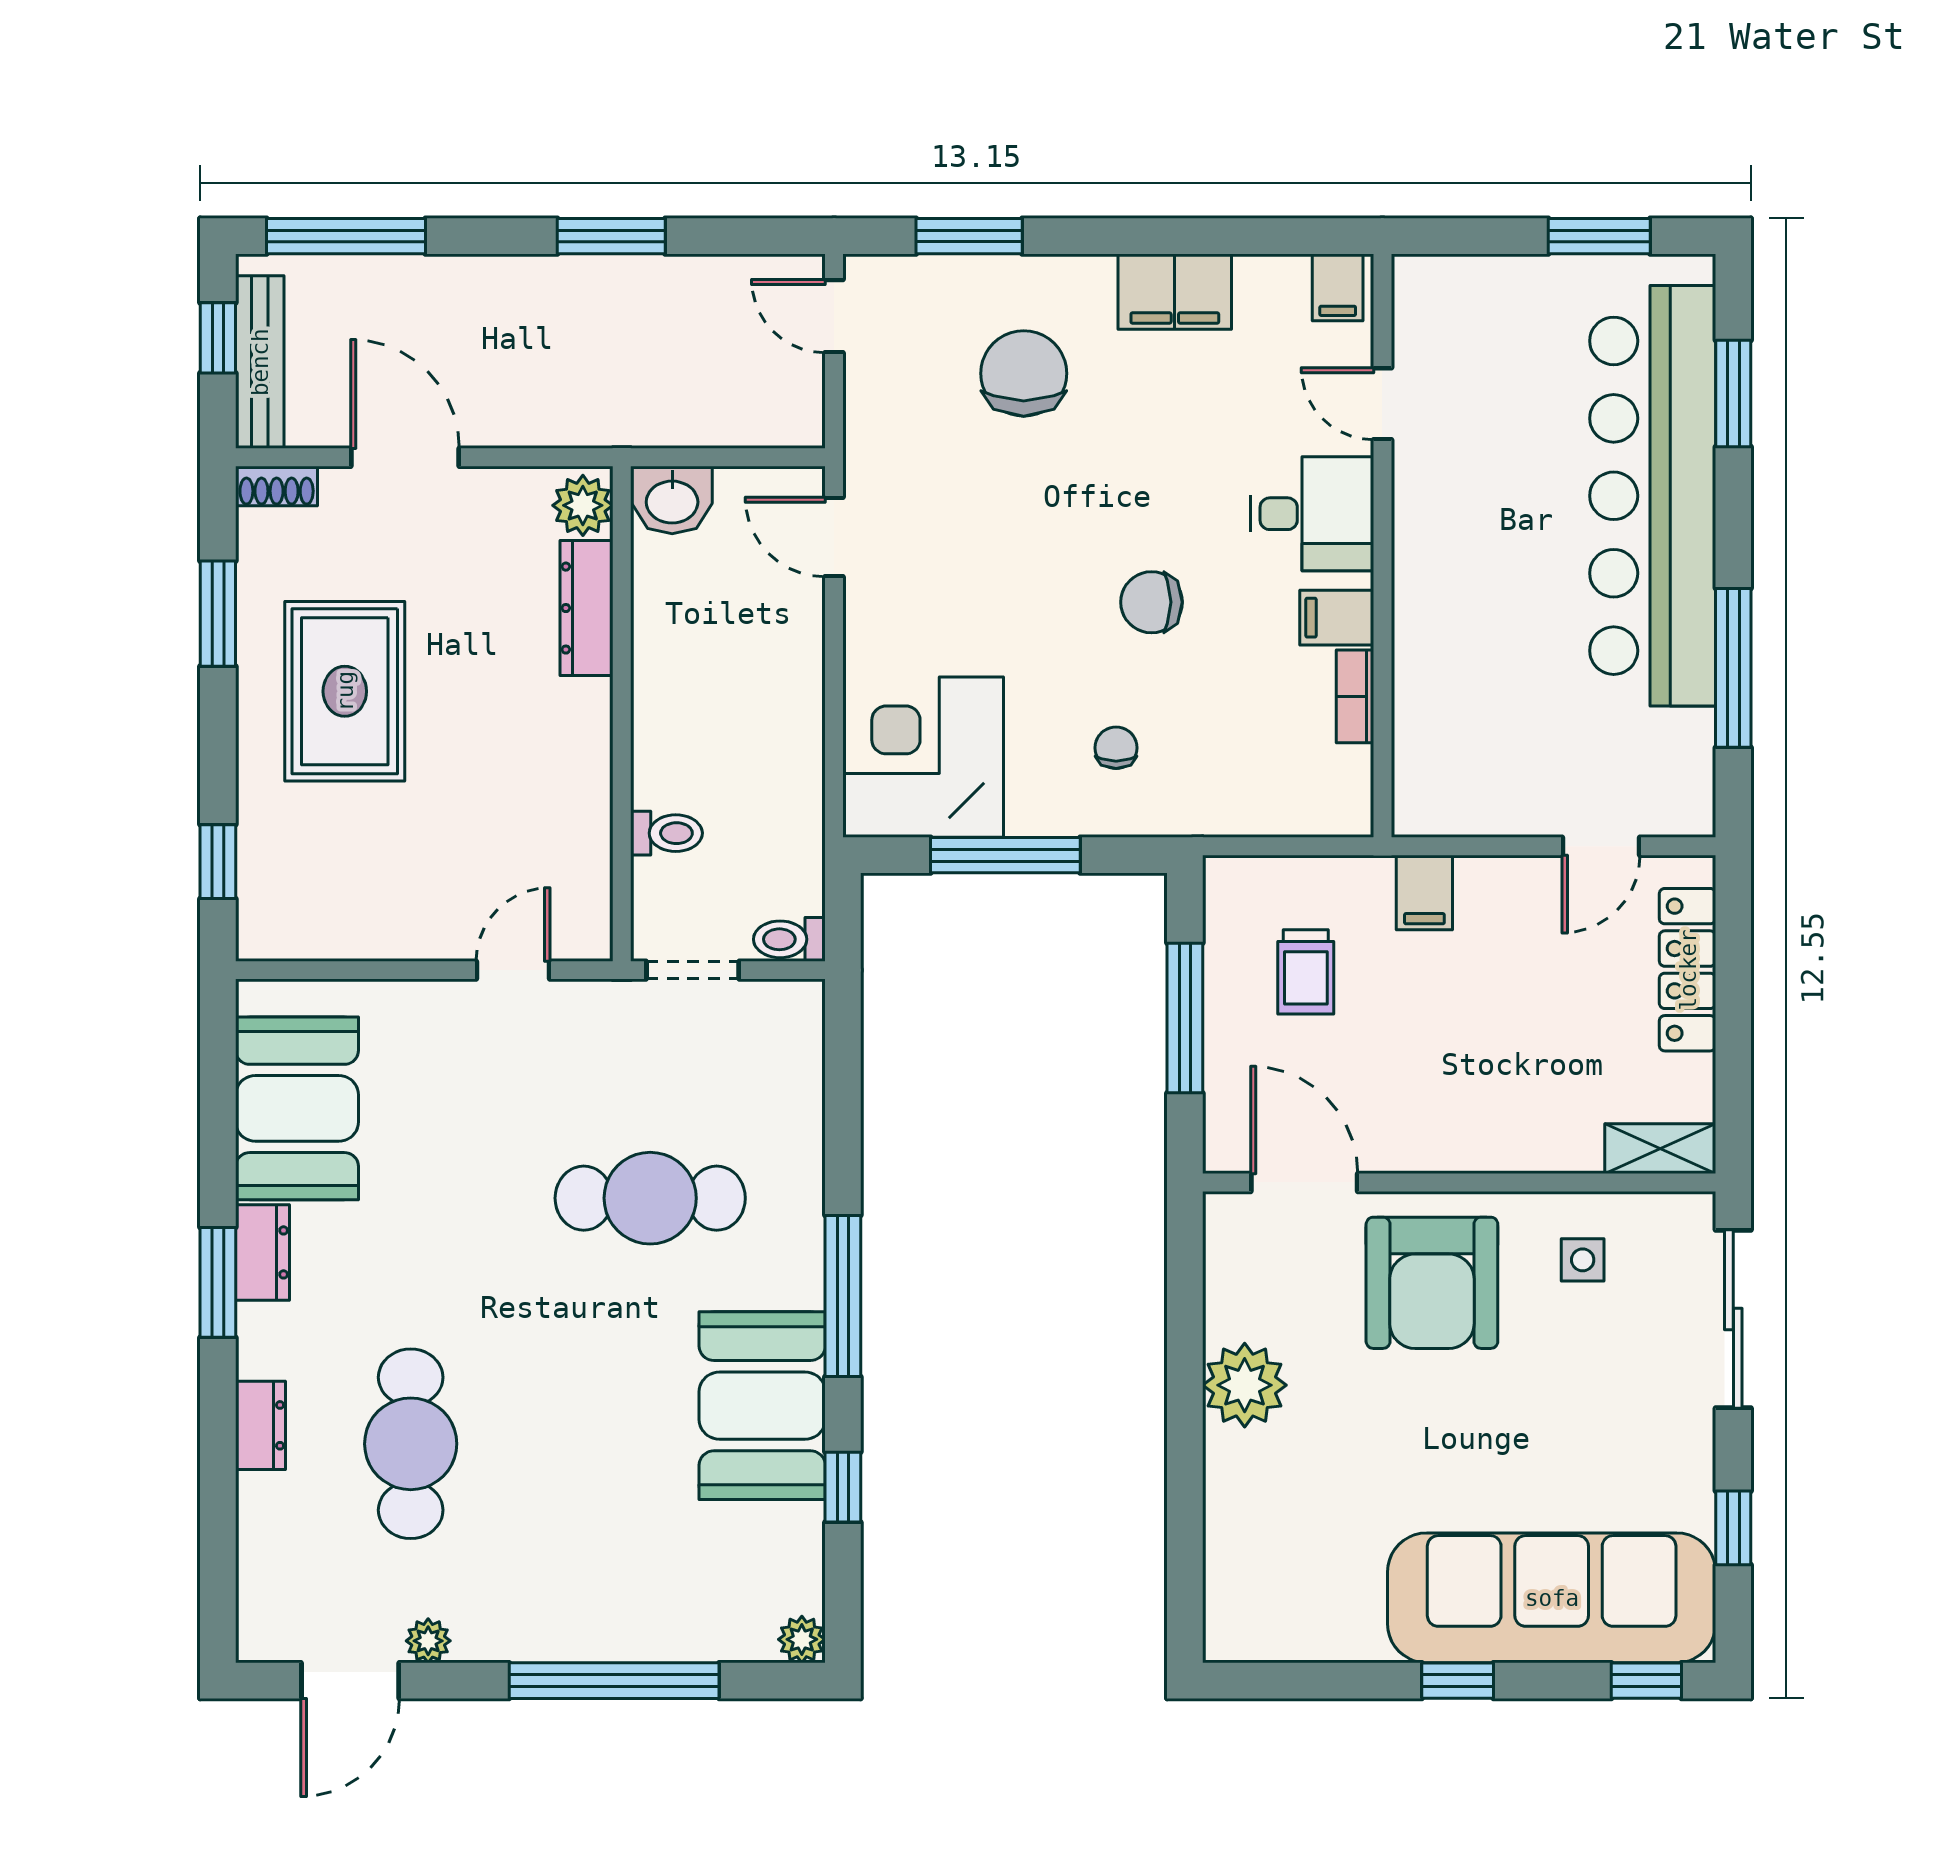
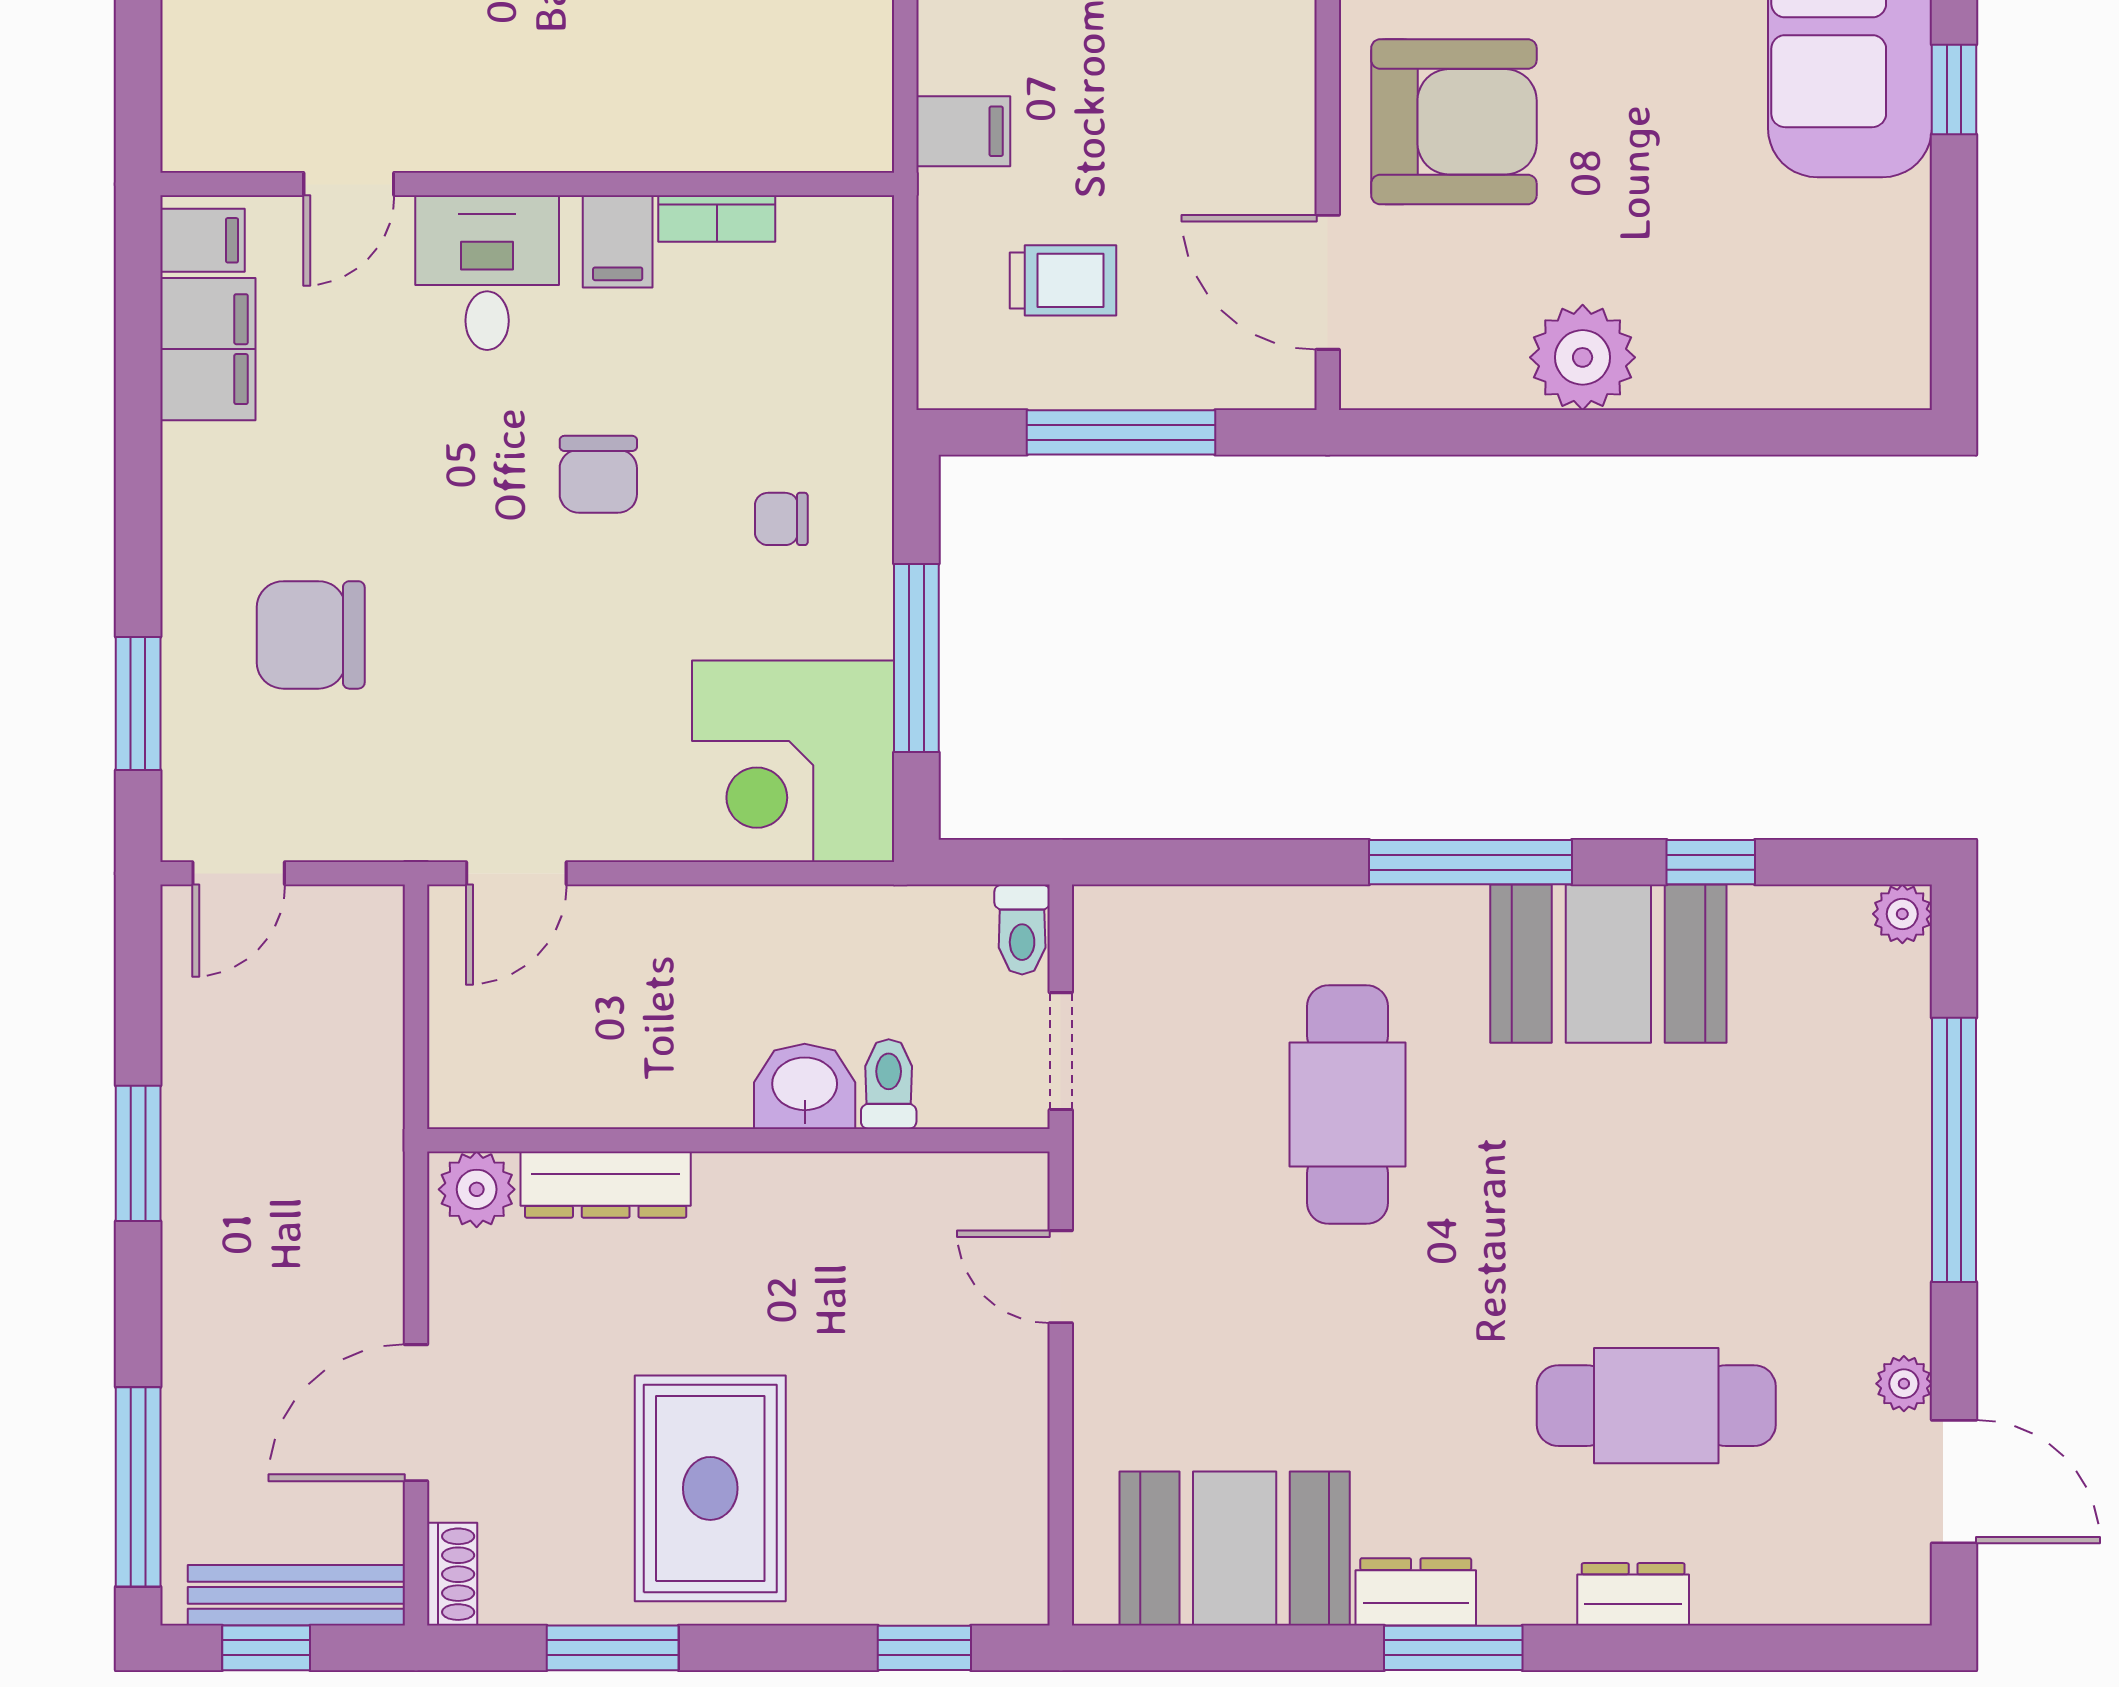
filing cabinet: (1175, 292) -> (208, 349), moved
washbasin: (672, 500) -> (805, 1086), moved, turned -90
rug: (345, 691) -> (710, 1488), turned 90
door: (1304, 1182) -> (1328, 282), hinge flipped

